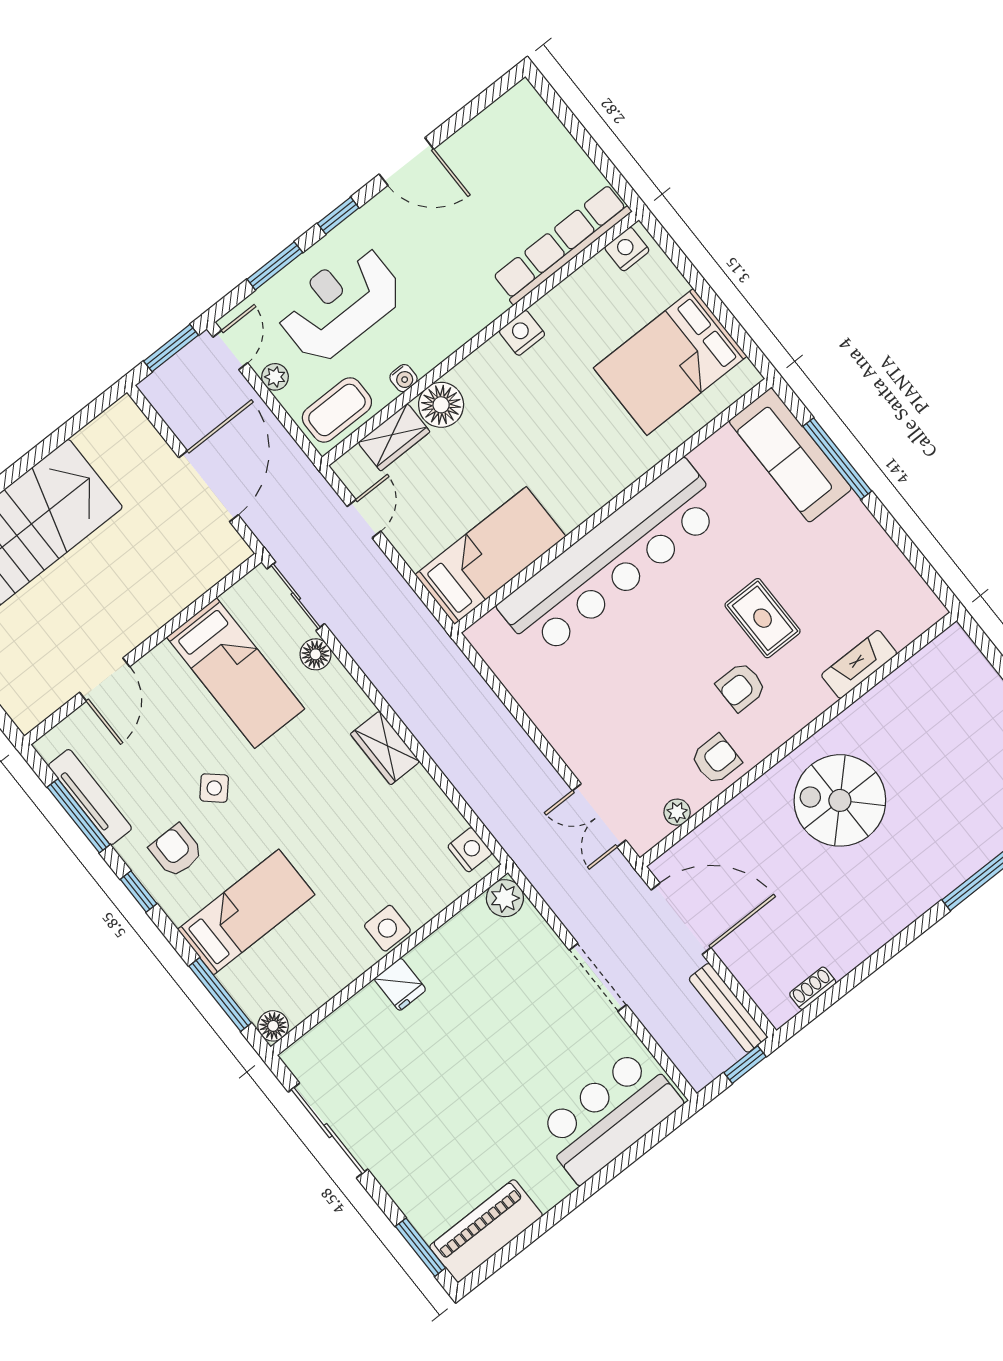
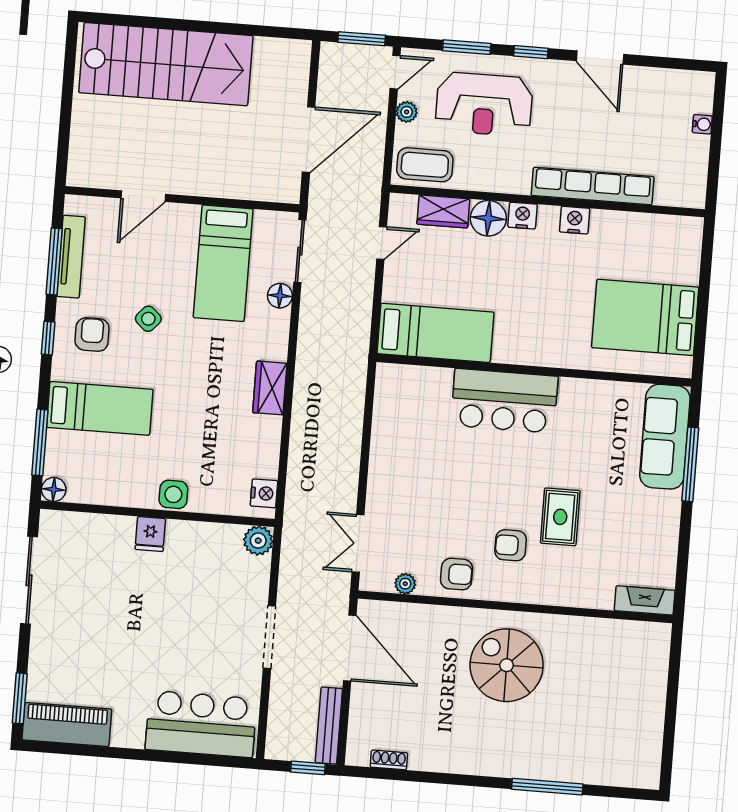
row of seats: (562, 244) -> (593, 186), moved
nightstand: (627, 249) -> (522, 216), moved
reception desk: (340, 304) -> (484, 104), turned 180
water cooler: (403, 378) -> (702, 124), moved, turned -90
bar counter: (612, 559) -> (504, 401), width x0.54
fireplace: (859, 664) -> (645, 600), moved

